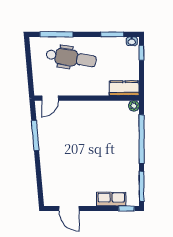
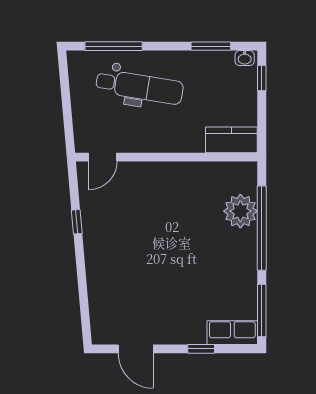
plant: (134, 106) -> (240, 211), moved, width x1.88, depth x1.88
window: (35, 135) -> (77, 222), width x0.46
row of seats: (111, 199) -> (232, 333), moved
window: (127, 209) -> (201, 349), moved

